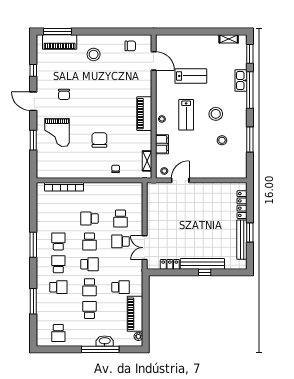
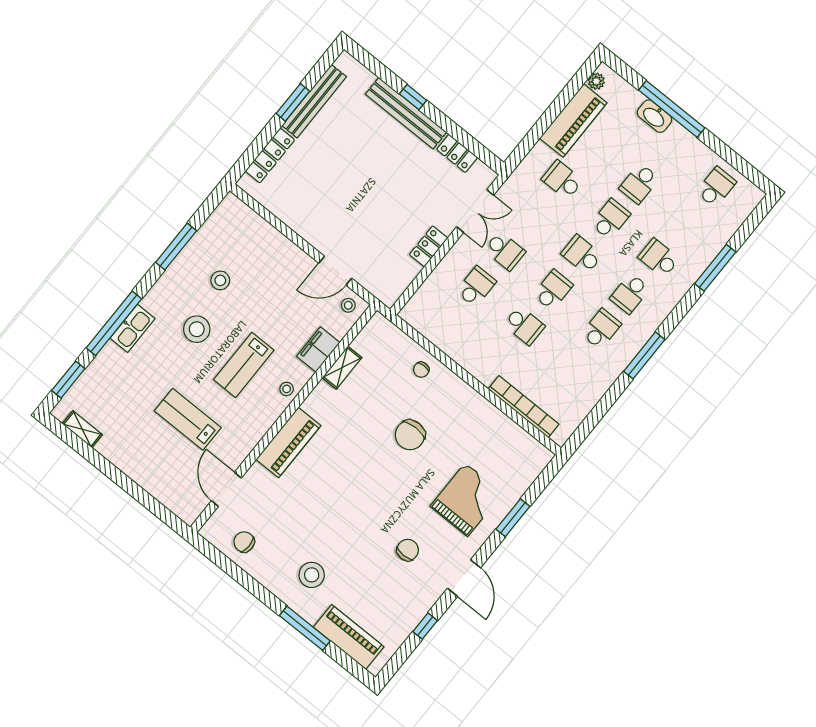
window: (58, 32) -> (305, 628), moved
kitchen sink: (241, 81) -> (133, 328), moved
piano: (144, 114) -> (288, 443), moved
lab bench: (186, 115) -> (244, 365), turned 180
shelving: (147, 161) -> (342, 368), moved
locker: (152, 219) -> (429, 246), added
school desk: (58, 241) -> (601, 329), turned 180

